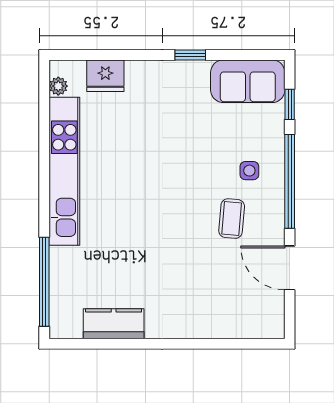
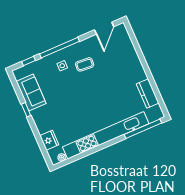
sofa: (248, 81) -> (31, 92), moved
kitchen unit: (64, 171) -> (106, 135), width x1.36
door: (290, 268) -> (104, 28), moved

